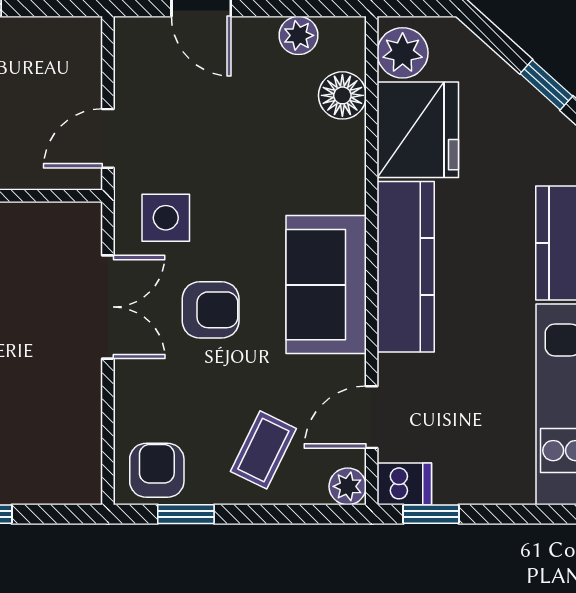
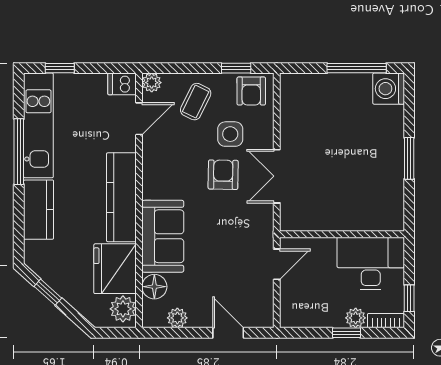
side table: (166, 218) -> (230, 134), moved
sofa: (326, 285) -> (163, 236), moved
armchair: (211, 310) -> (223, 175), turned 91
window: (431, 514) -> (60, 68), moved

